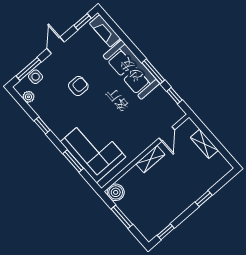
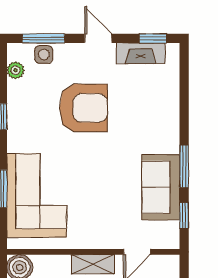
fireplace: (105, 31) -> (141, 53), moved, turned -90
door: (56, 45) -> (98, 38), hinge flipped
sofa: (131, 70) -> (161, 187), moved, width x0.73
armchair: (78, 86) -> (84, 108), width x1.88, depth x1.88

